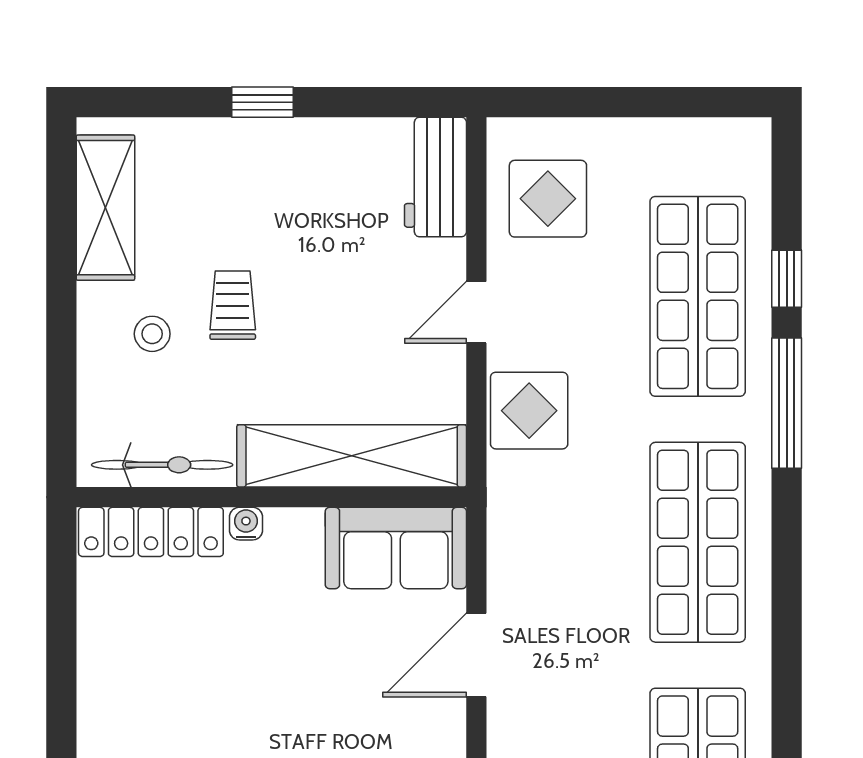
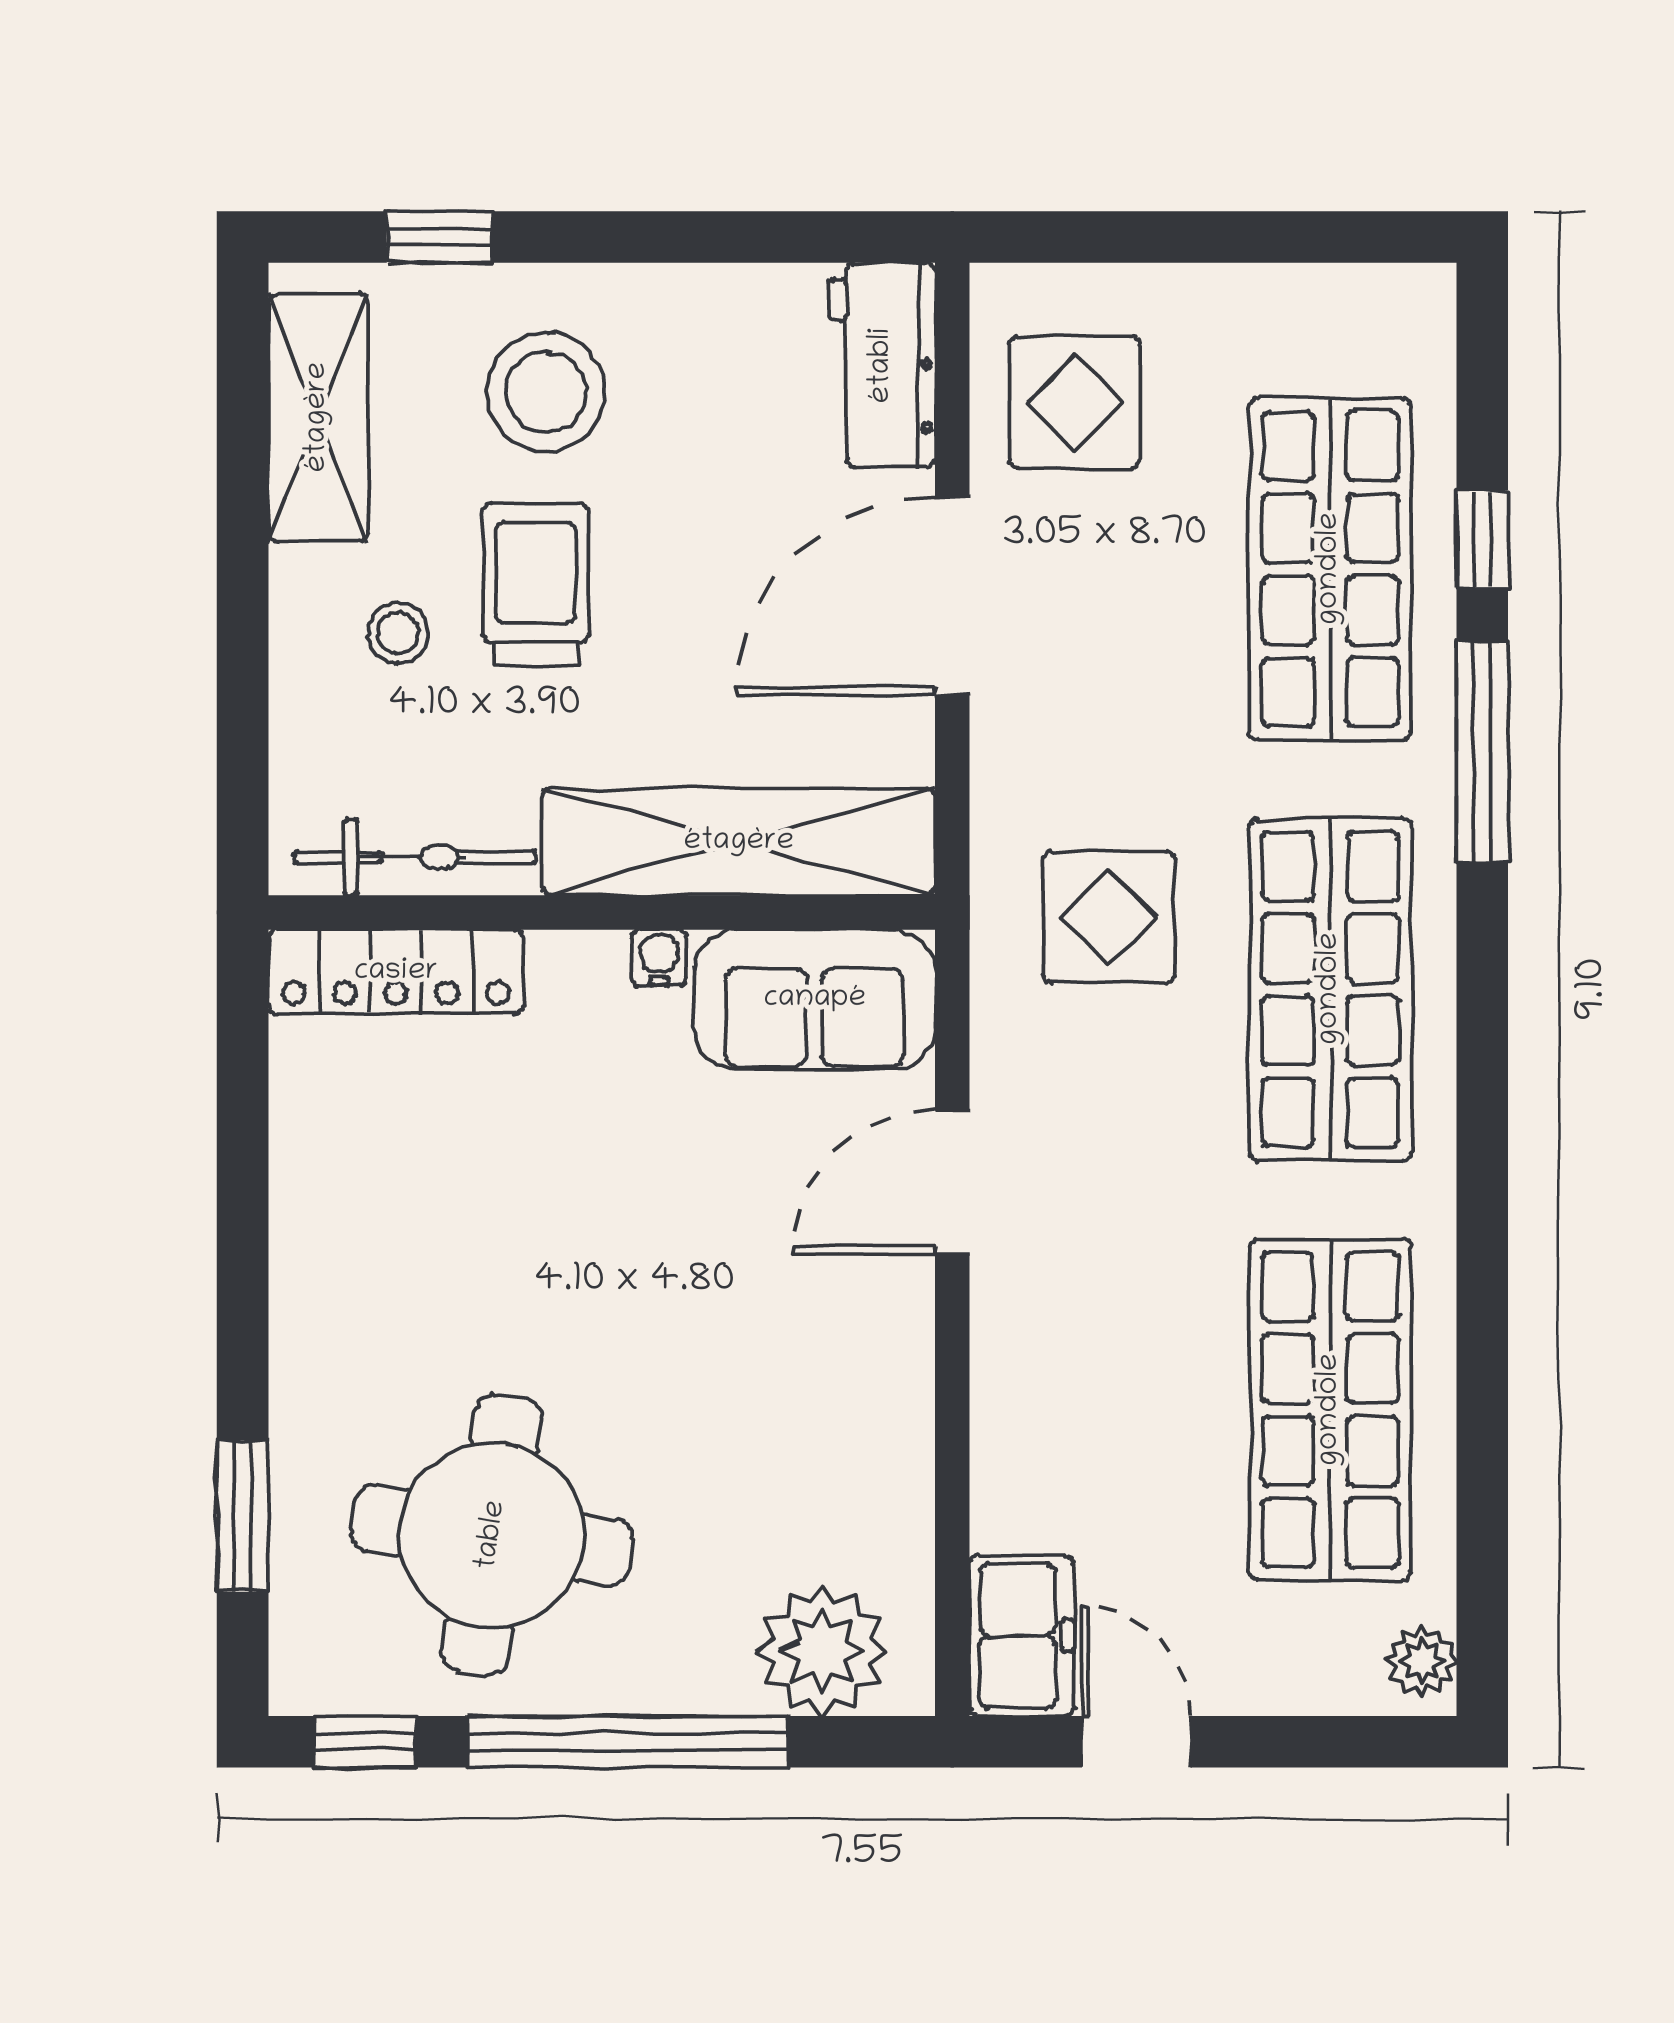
window: (262, 102) -> (440, 237), moved
stool: (239, 193) -> (546, 392), added
trolley: (233, 305) -> (536, 584), width x1.36, depth x1.39
door: (476, 312) -> (952, 596), width x1.88
display table: (529, 411) -> (1109, 917), moved
water cooler: (246, 524) -> (659, 958), moved

